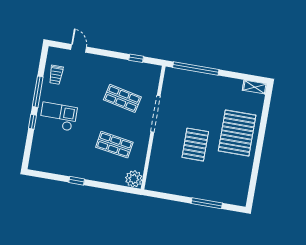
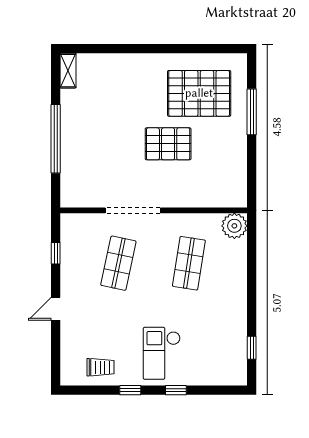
door: (79, 48) -> (56, 309), moved
window: (196, 69) -> (56, 139), moved
window: (38, 92) -> (130, 390), width x0.46
pallet: (237, 133) -> (199, 93), moved
window: (77, 181) -> (252, 348), moved

